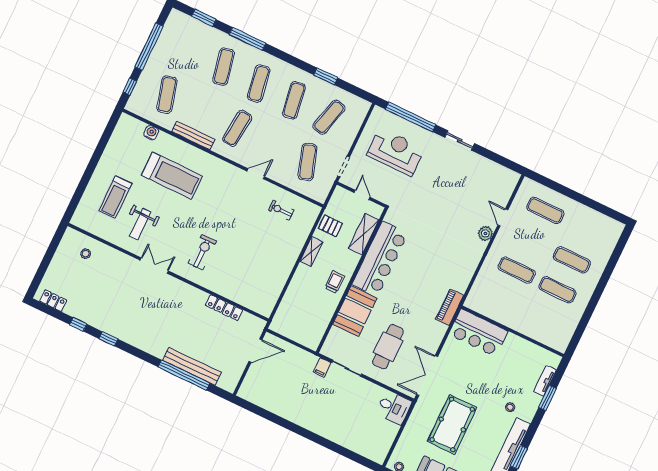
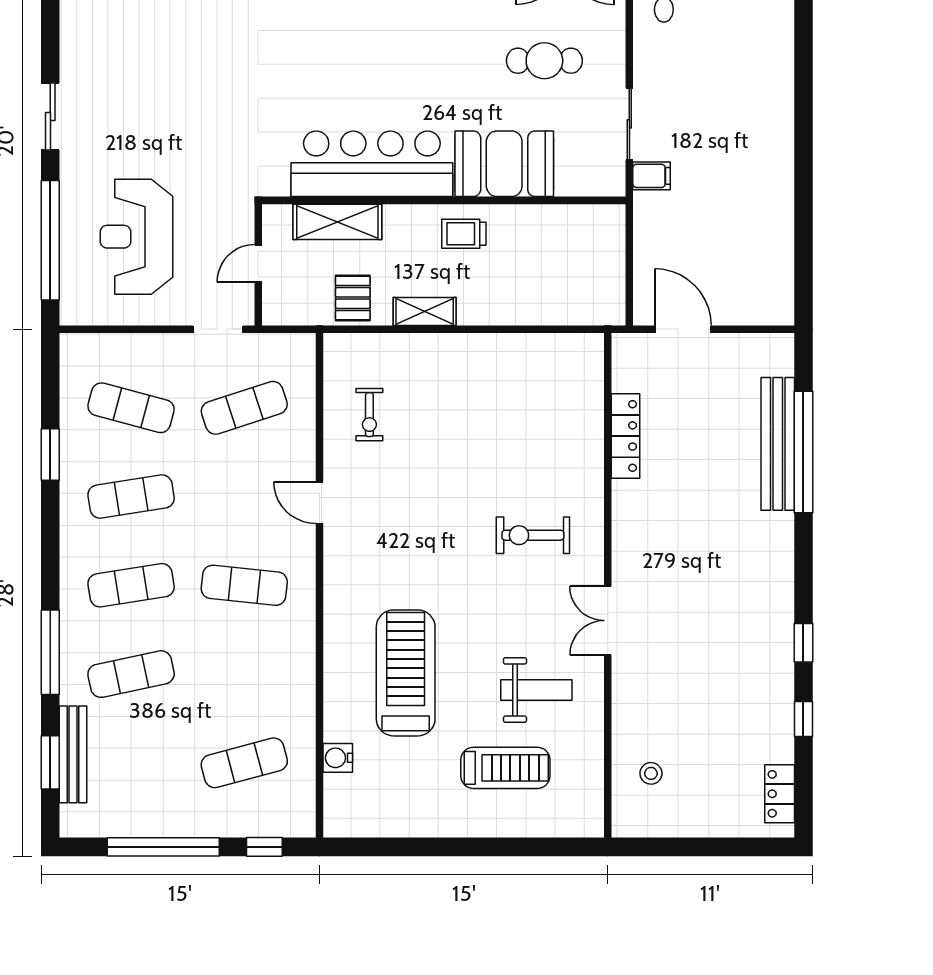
bench: (193, 136) -> (73, 754), moved
cafe table: (388, 347) -> (544, 61), width x0.73, depth x0.74

